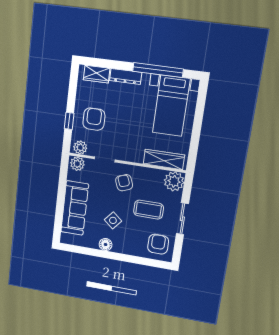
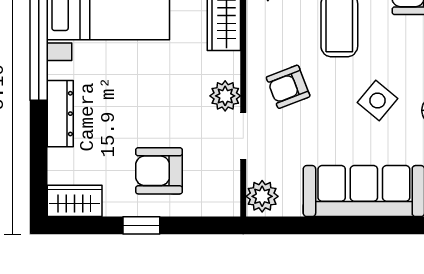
wardrobe: (97, 74) -> (75, 201), moved, turned -90
window: (69, 121) -> (141, 225), moved
plant: (80, 147) -> (225, 96), moved

